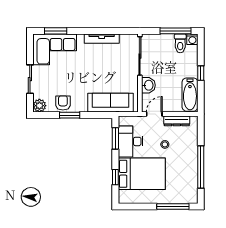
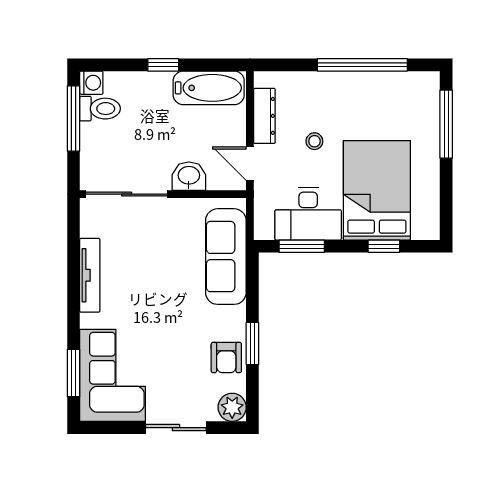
armchair: (63, 103) -> (226, 358), turned -90

